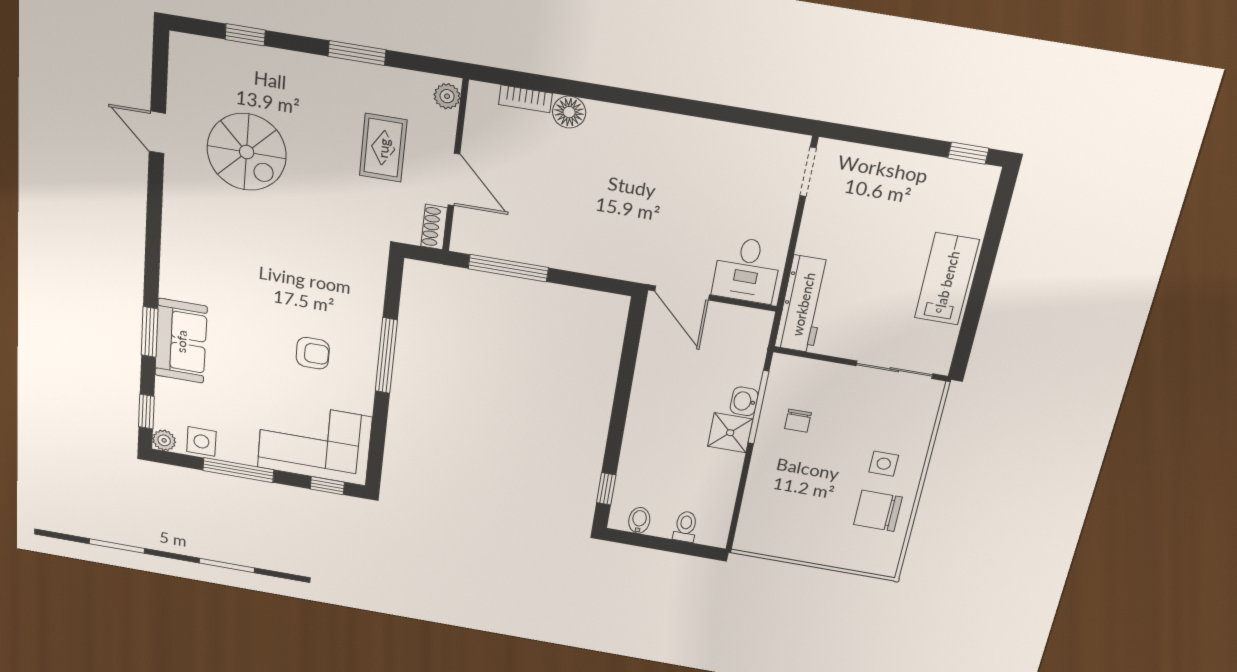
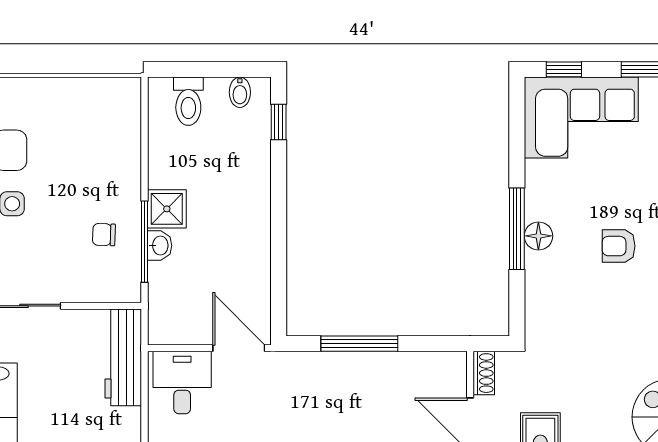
window: (508, 268) -> (359, 344), moved
floor lamp: (366, 345) -> (538, 236), added
armchair: (313, 353) -> (619, 246), moved
chair: (798, 421) -> (104, 235), turned -88
toilet: (685, 527) -> (188, 101), width x1.37, depth x1.39

